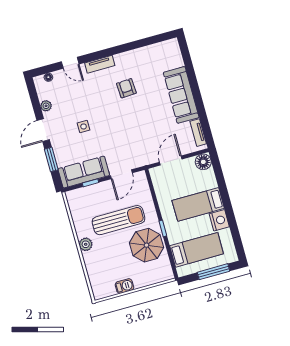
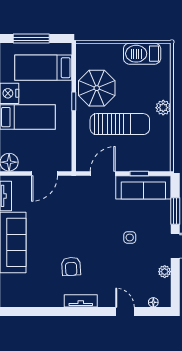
tv unit: (100, 64) -> (81, 301), moved
sun lounger: (118, 220) -> (120, 124), turned 180
barbecue: (124, 286) -> (142, 54), width x1.88, depth x1.53

